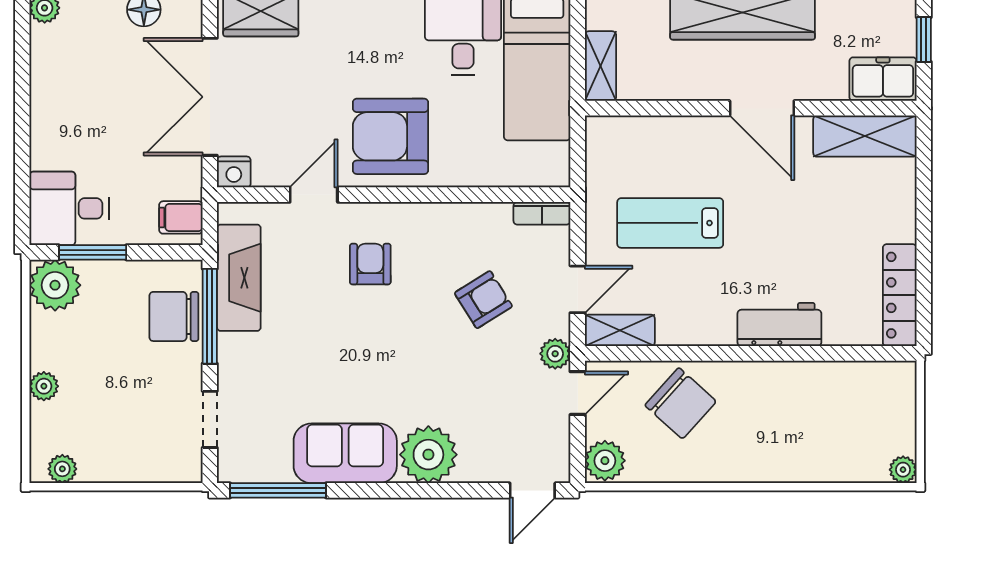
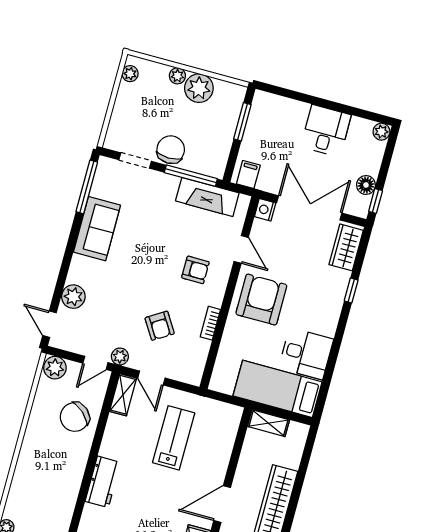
desk: (69, 208) -> (326, 131), moved
bookcase: (542, 213) -> (210, 323), moved
plant: (55, 285) -> (199, 88), moved
chair: (174, 316) -> (171, 150), moved
door: (578, 393) -> (95, 363), hinge flipped
plant: (428, 455) -> (73, 297), moved, width x0.73, depth x0.73

